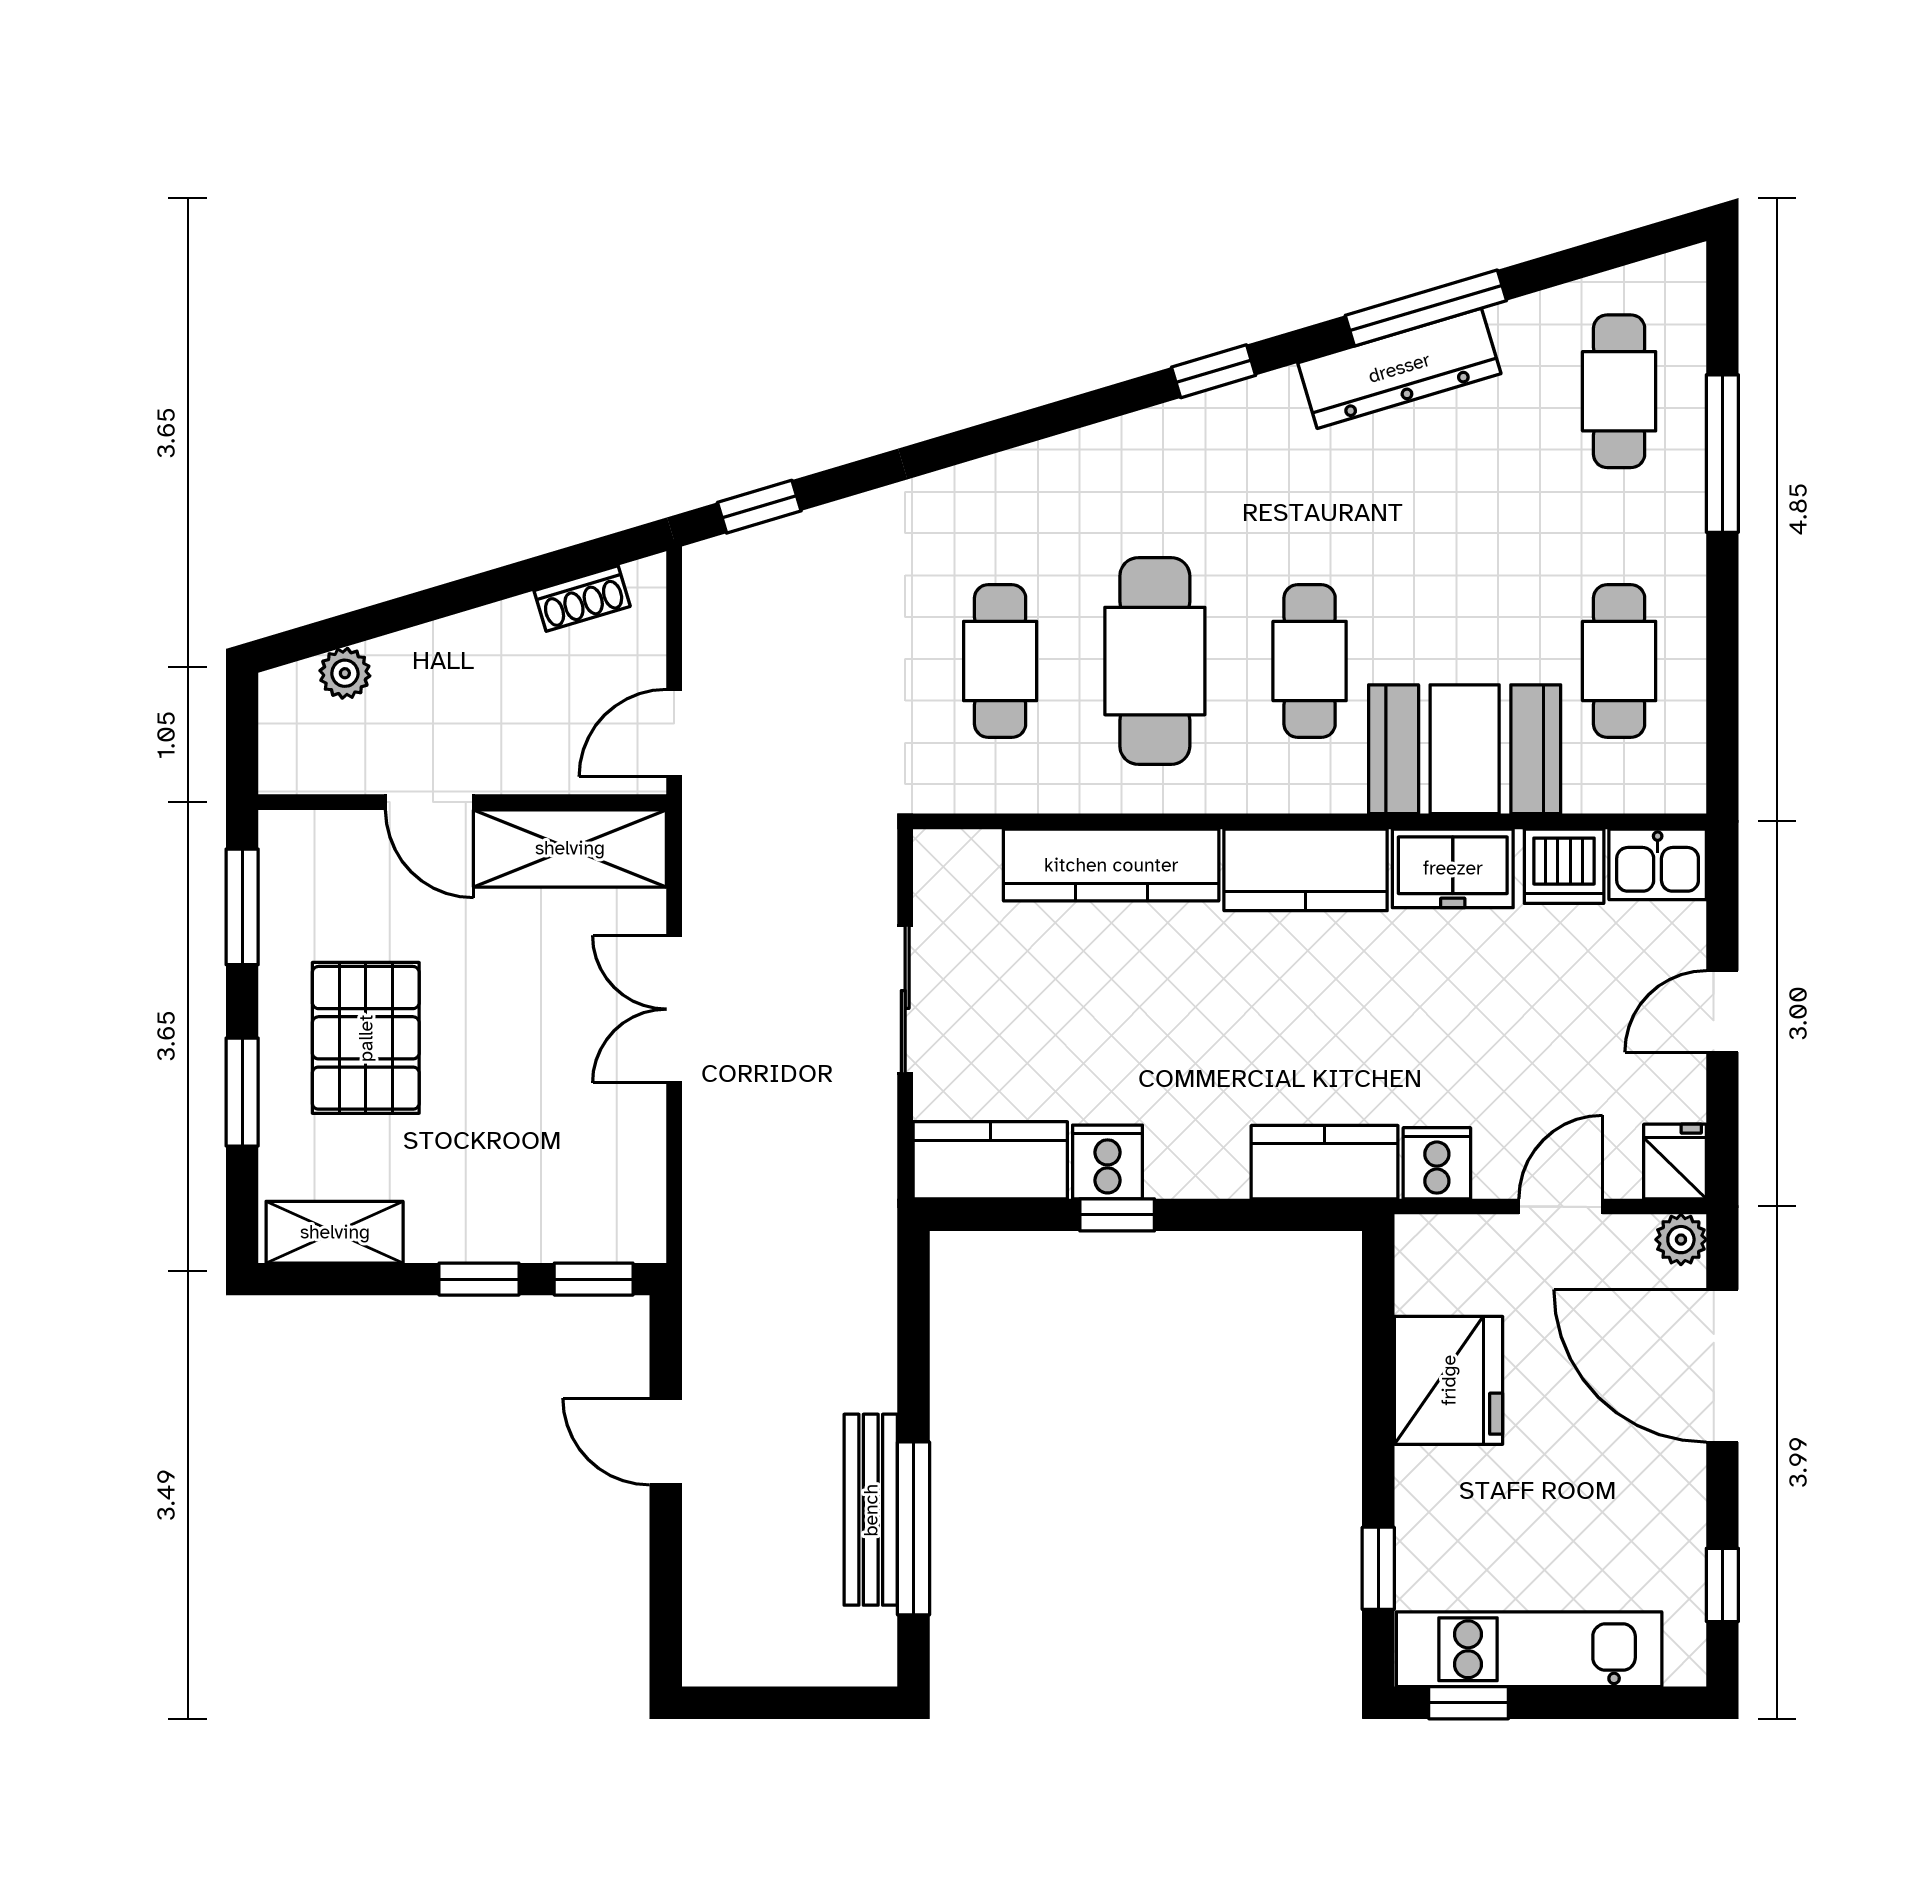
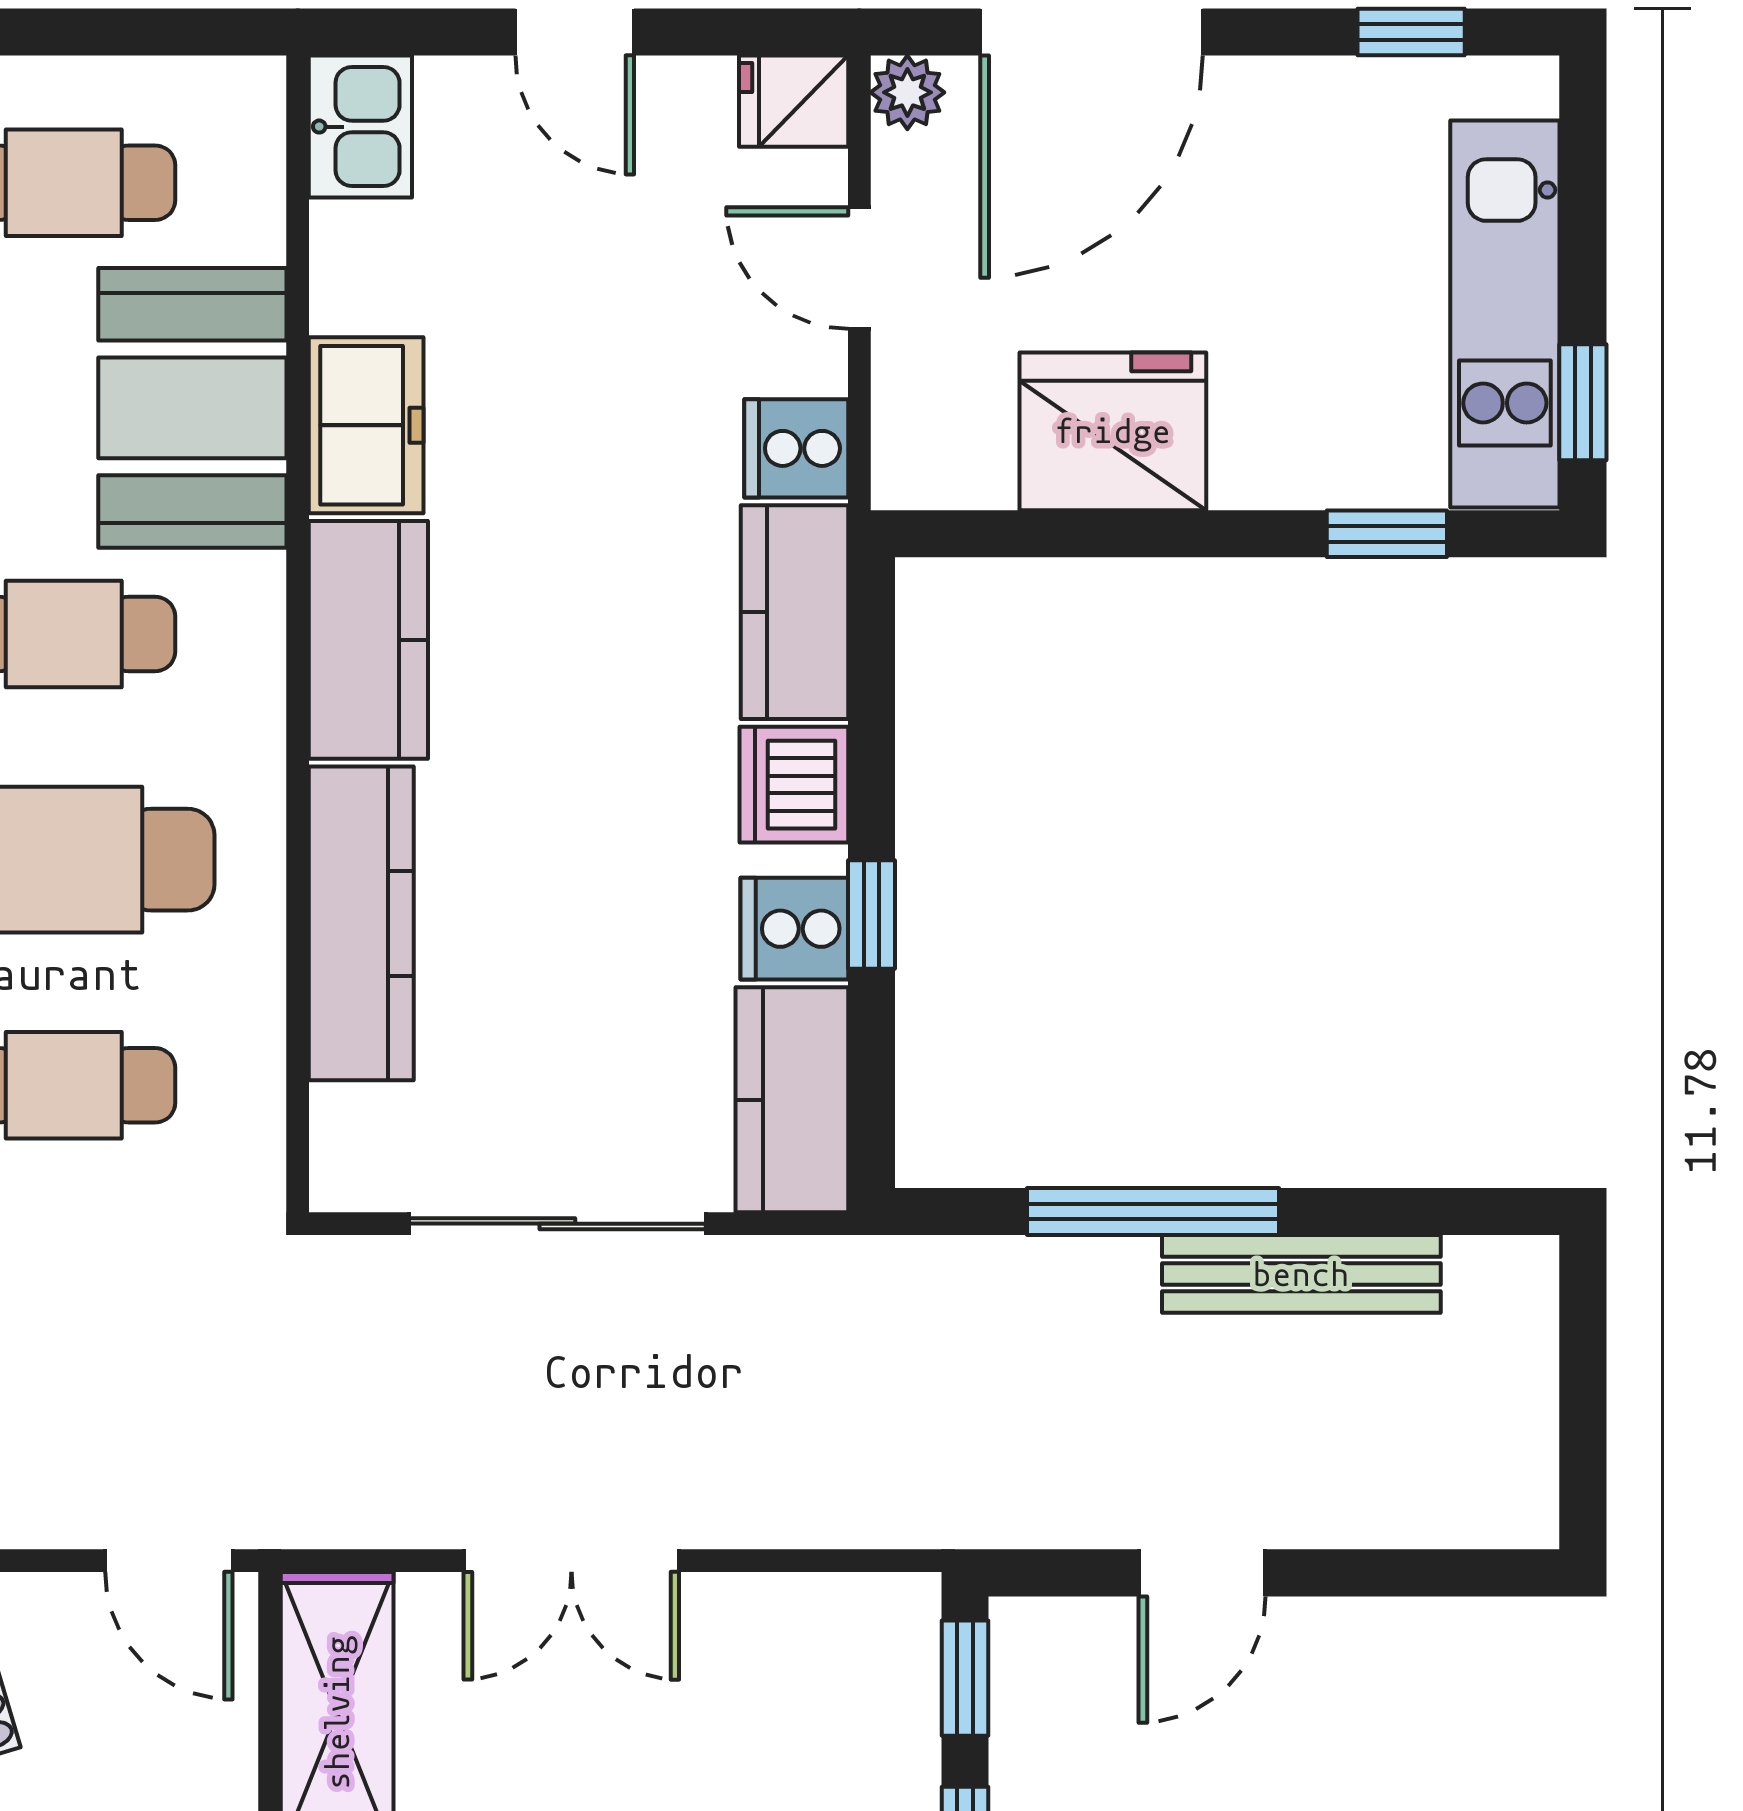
dishwasher: (1564, 866) -> (794, 785), moved, turned 180
sliding door: (905, 1000) -> (557, 1224), width x1.37
window: (914, 1528) -> (1153, 1212), moved

